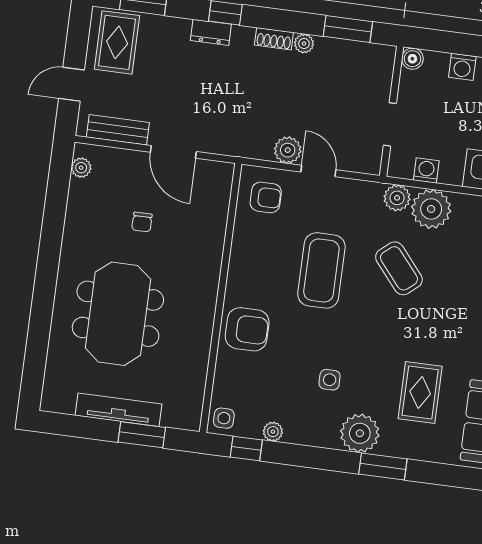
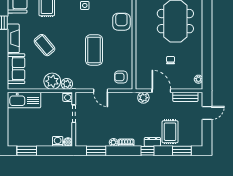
rug: (117, 42) -> (170, 132), moved
washing machine: (462, 67) -> (58, 141), moved
plant: (288, 150) -> (143, 98), moved
washing machine: (426, 170) -> (68, 97), moved
coffee table: (399, 268) -> (44, 45), moved
armchair: (247, 329) -> (121, 22), turned 90

